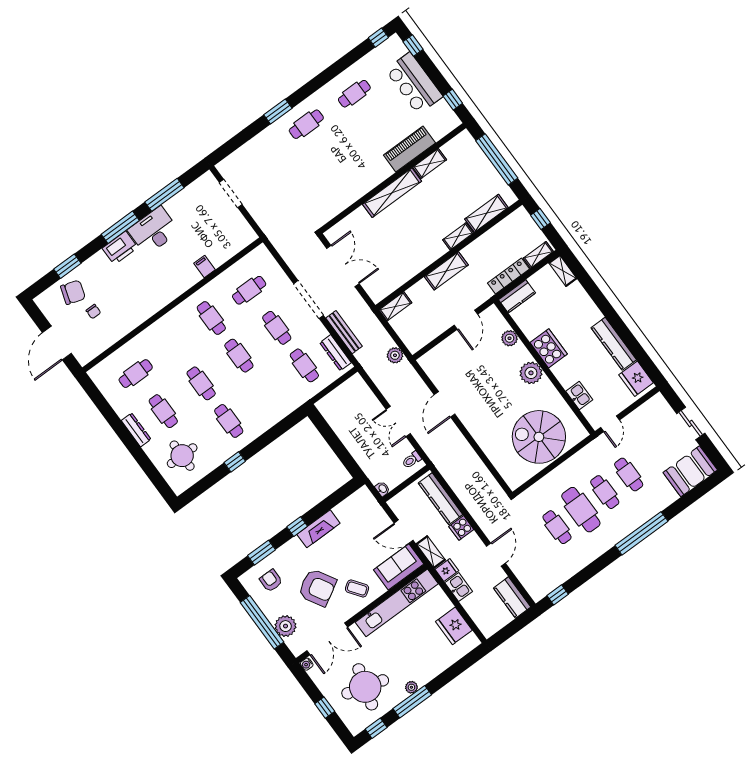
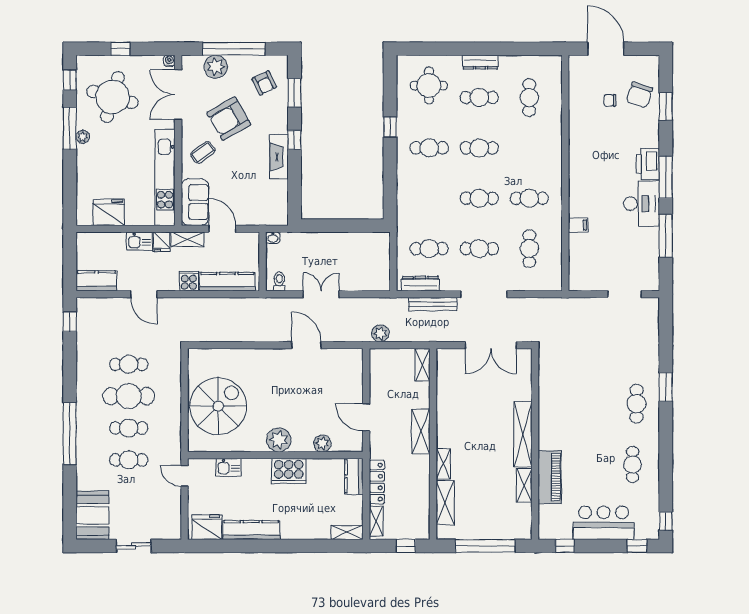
door: (404, 532) -> (222, 229), hinge flipped
armchair: (271, 581) -> (264, 83), turned 64

